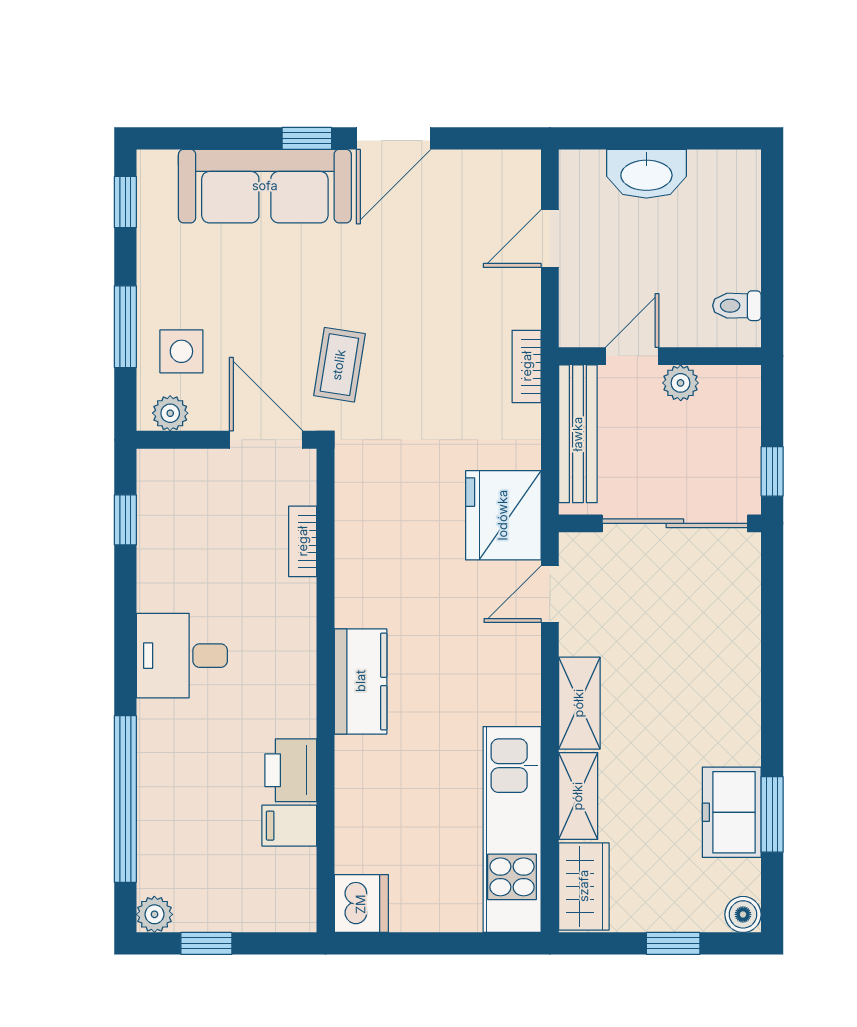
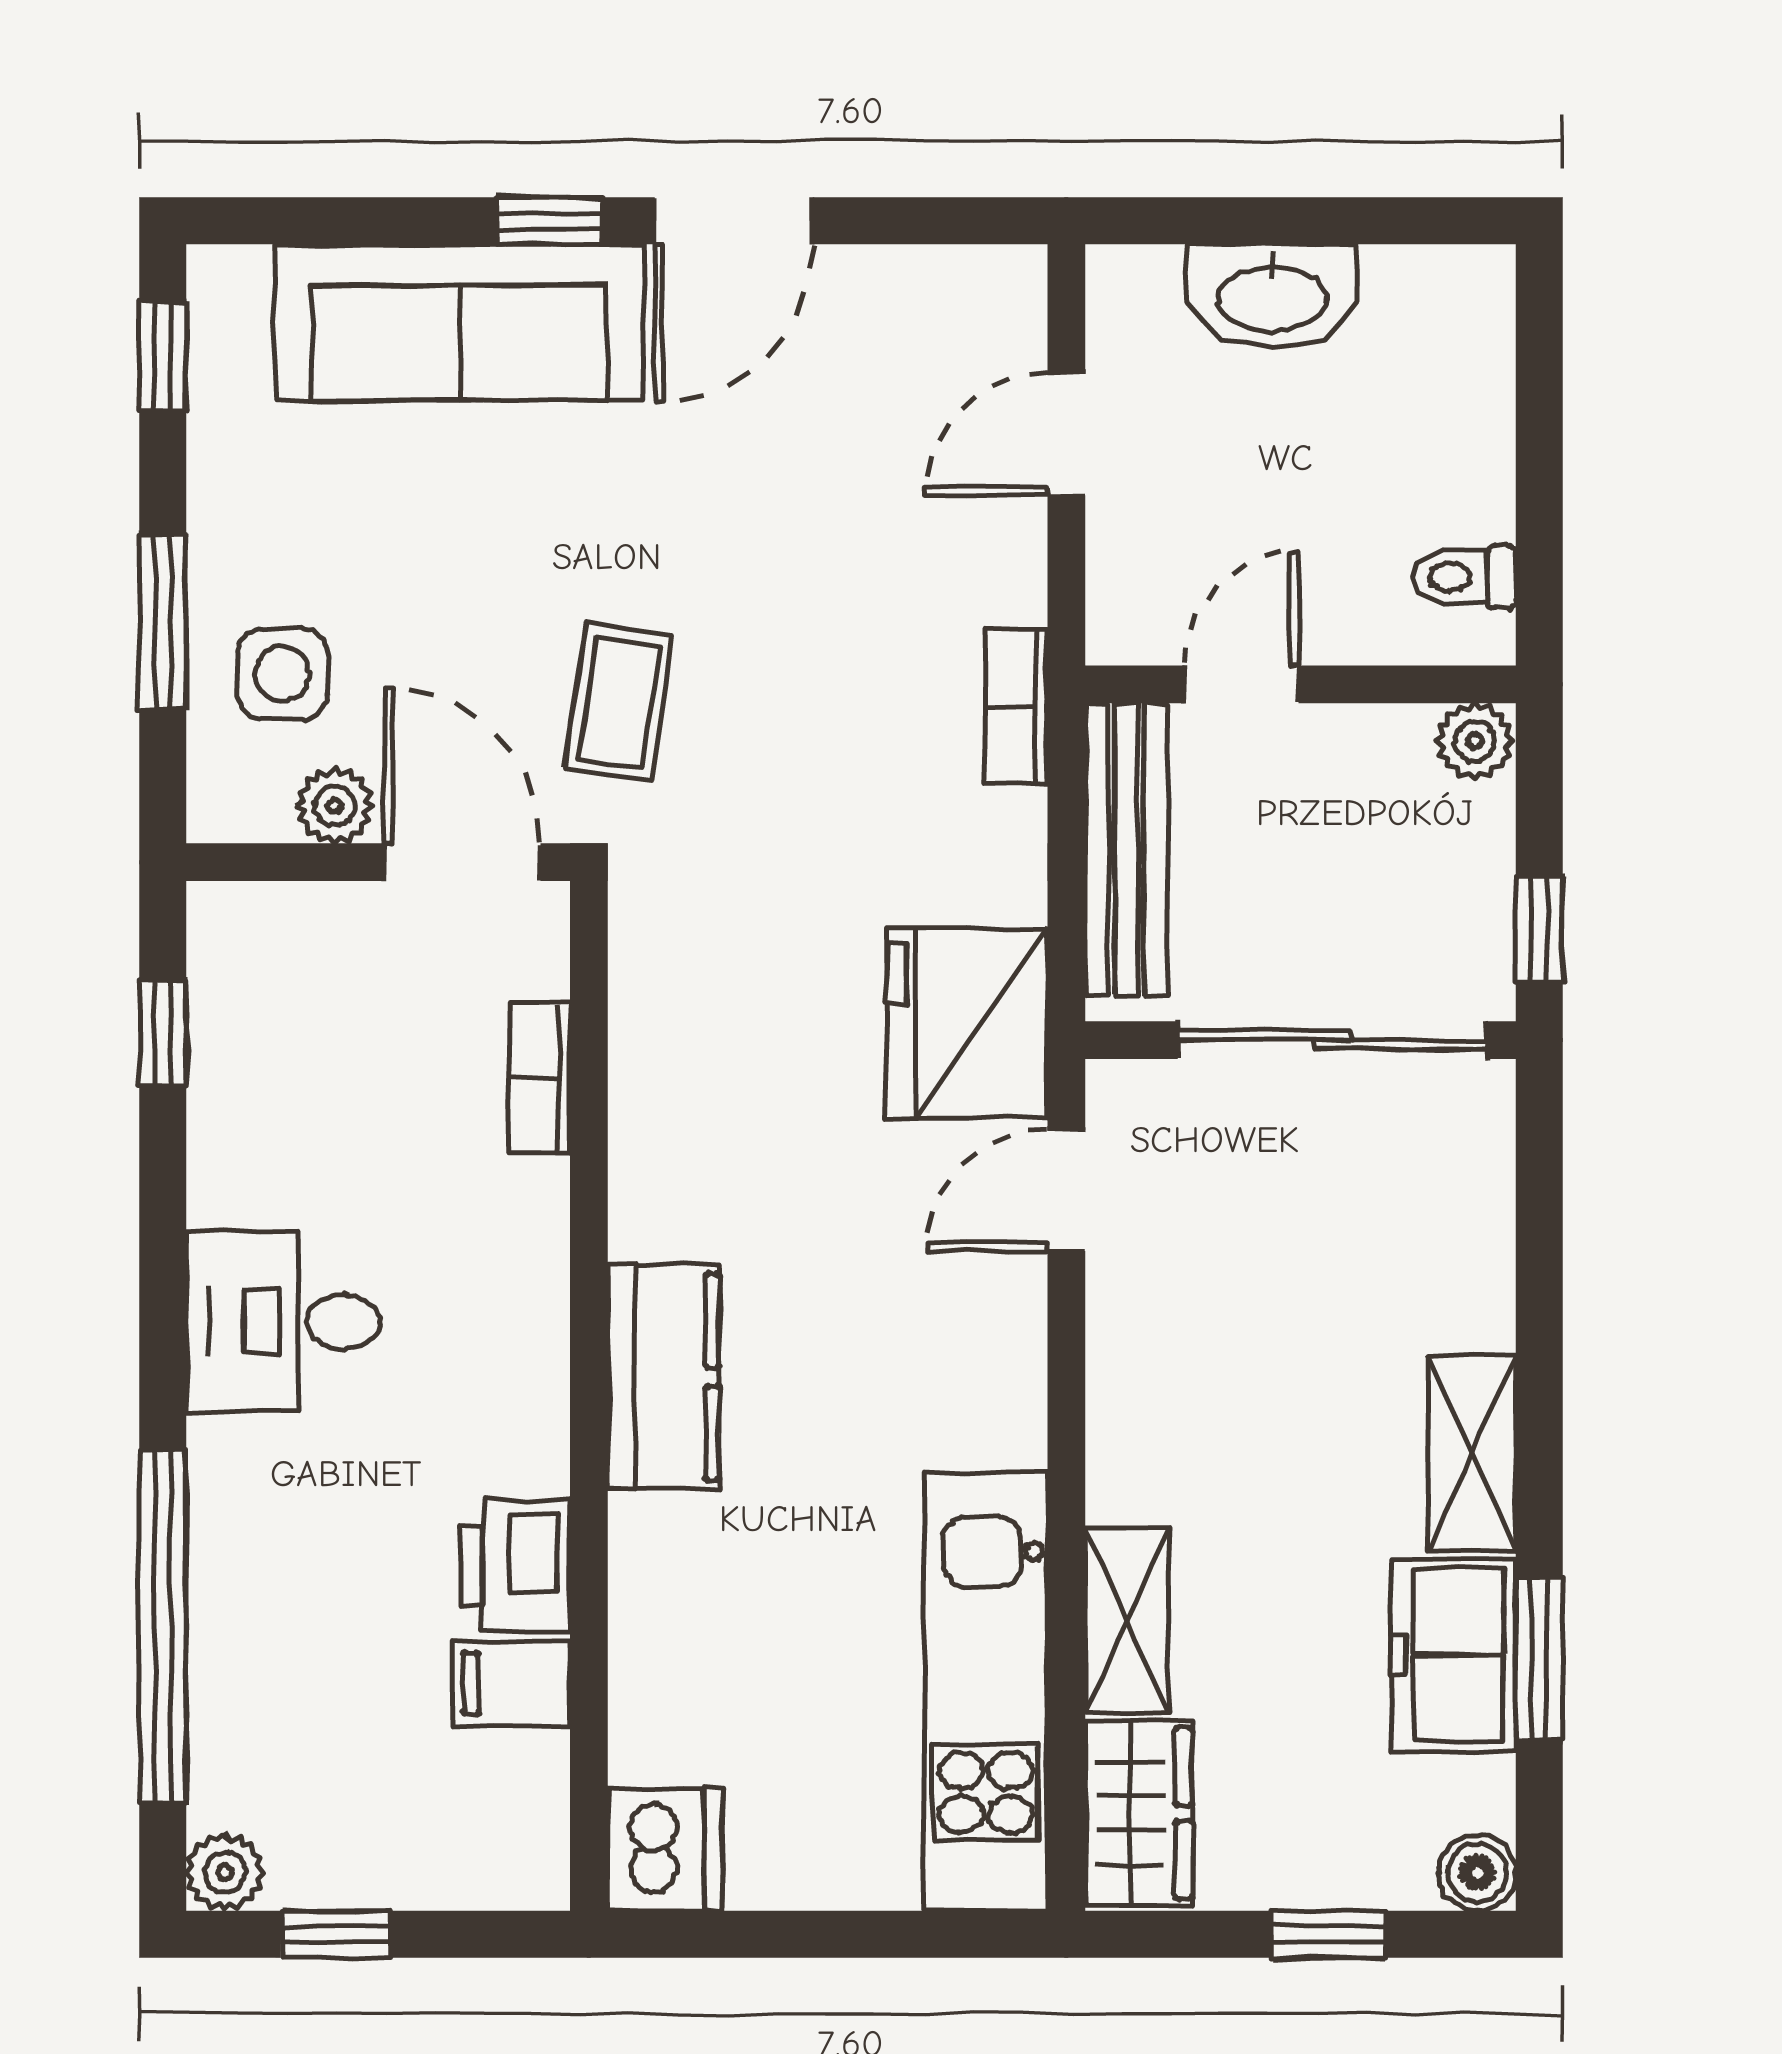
plant: (681, 383) -> (1475, 741), moved
plant: (170, 413) -> (334, 806), moved
shelving: (579, 703) -> (1472, 1453), moved

